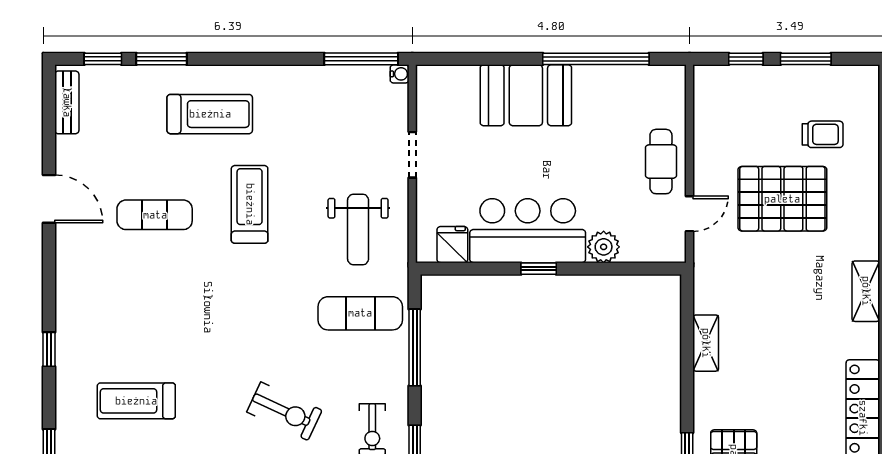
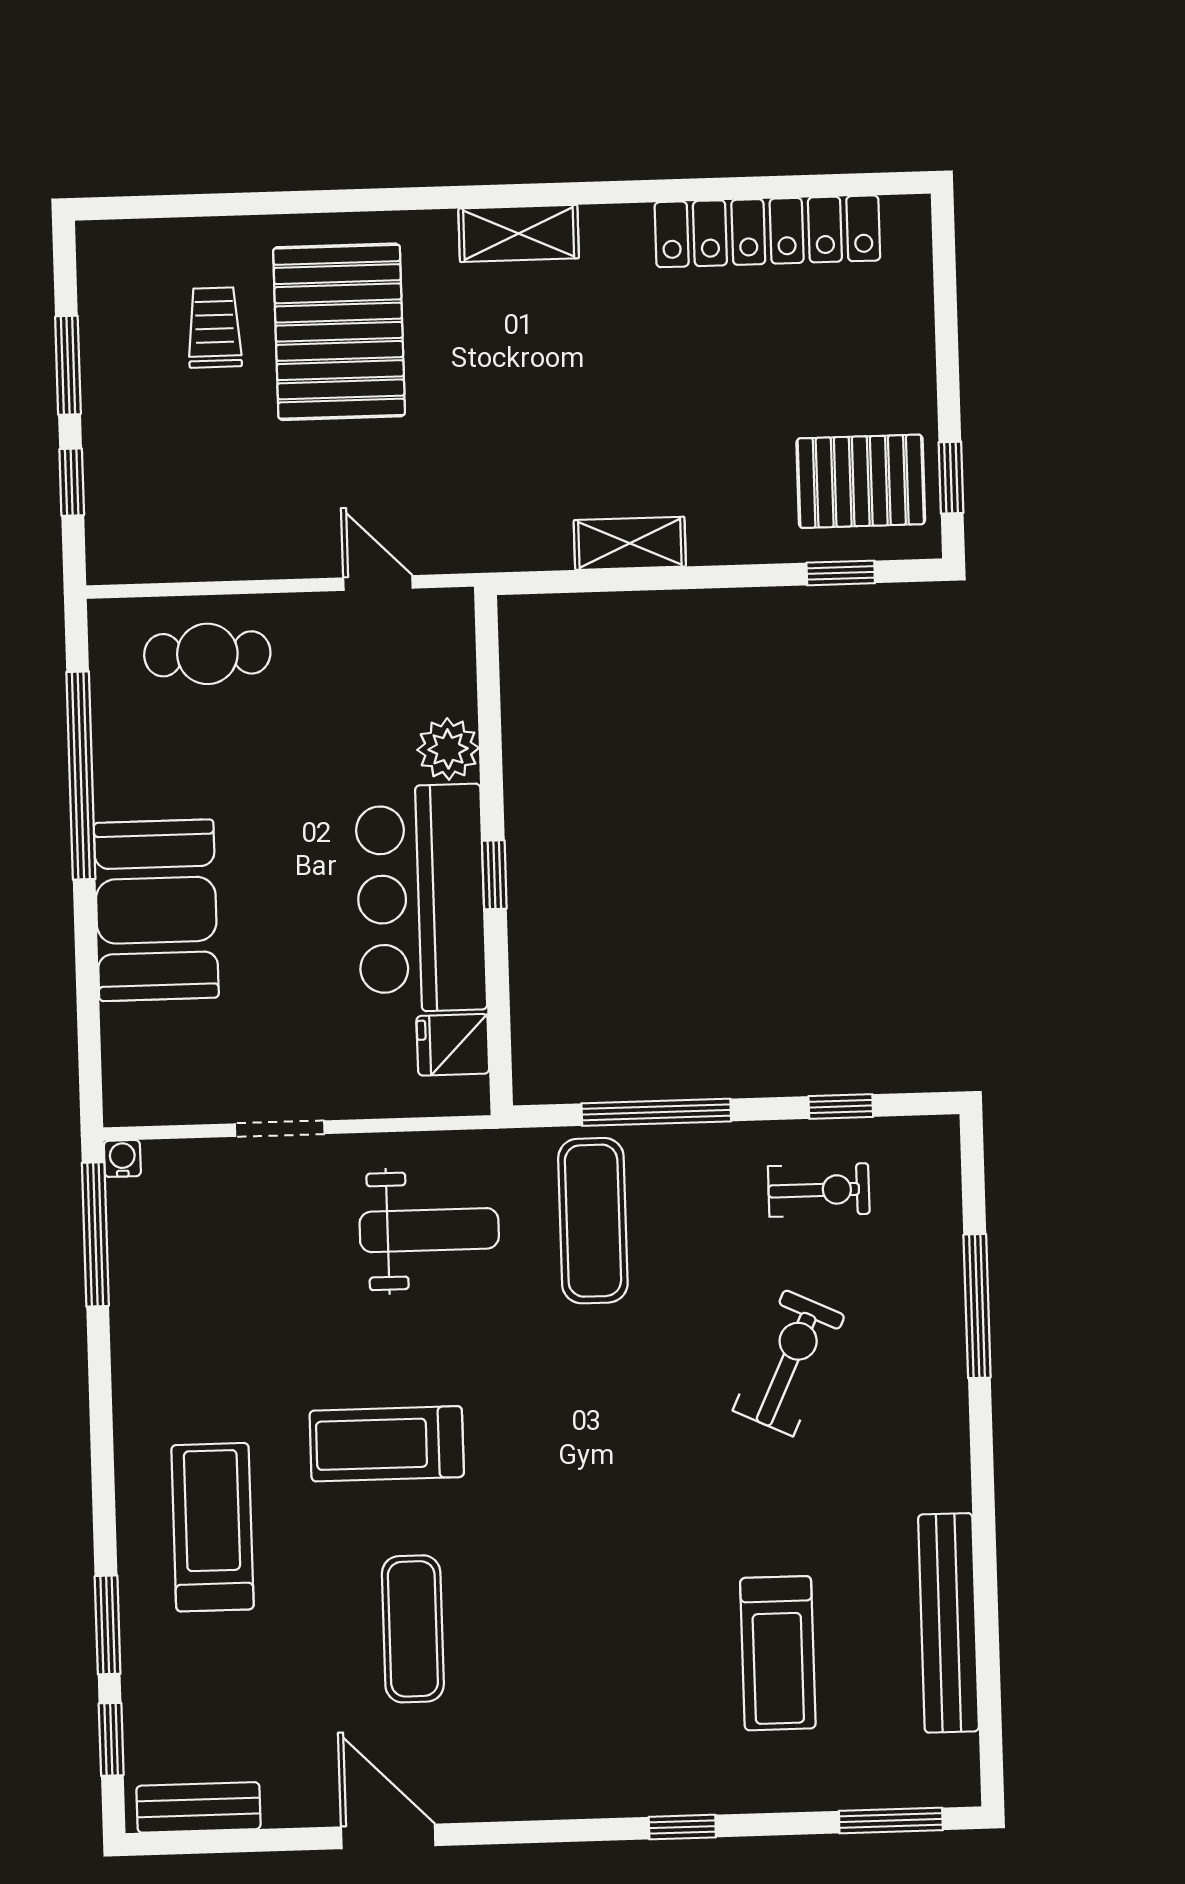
cafe table: (661, 162) -> (207, 654), moved
door: (49, 199) -> (388, 1836), hinge flipped
pallet: (782, 199) -> (339, 332), moved

